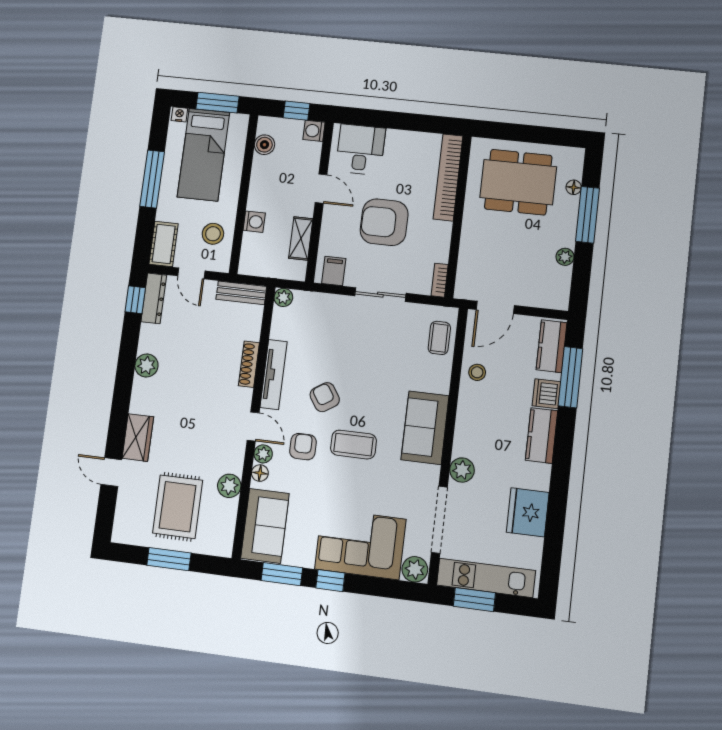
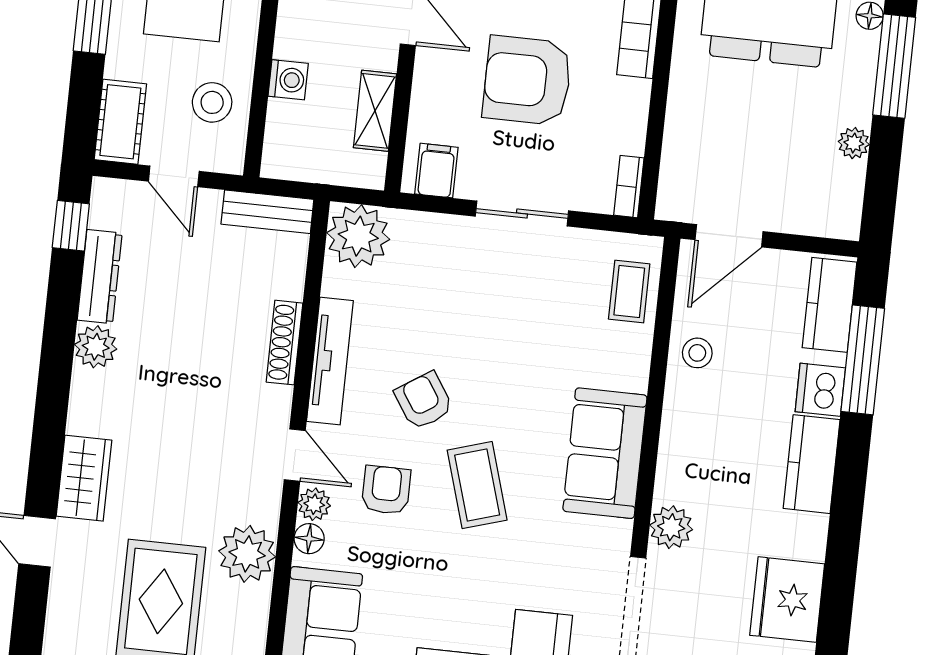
plant: (283, 297) -> (358, 236), width x1.88, depth x1.88
dresser: (154, 298) -> (100, 277), moved
coffee table: (353, 445) -> (477, 485), turned 73
plant: (229, 486) -> (247, 554), width x1.36, depth x1.36

